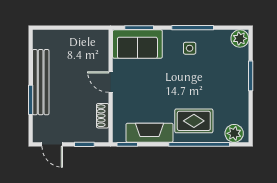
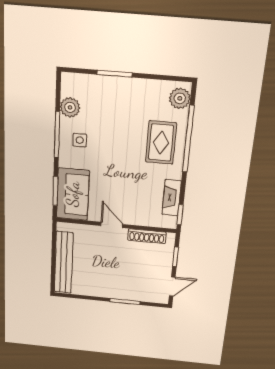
plant: (240, 38) -> (70, 107), moved
bench: (41, 82) -> (64, 263), moved, turned 90
door: (111, 82) -> (112, 225), swing flipped
shoe rack: (103, 116) -> (147, 236), width x1.43
fireplace: (149, 133) -> (172, 198), width x0.73, depth x0.76

